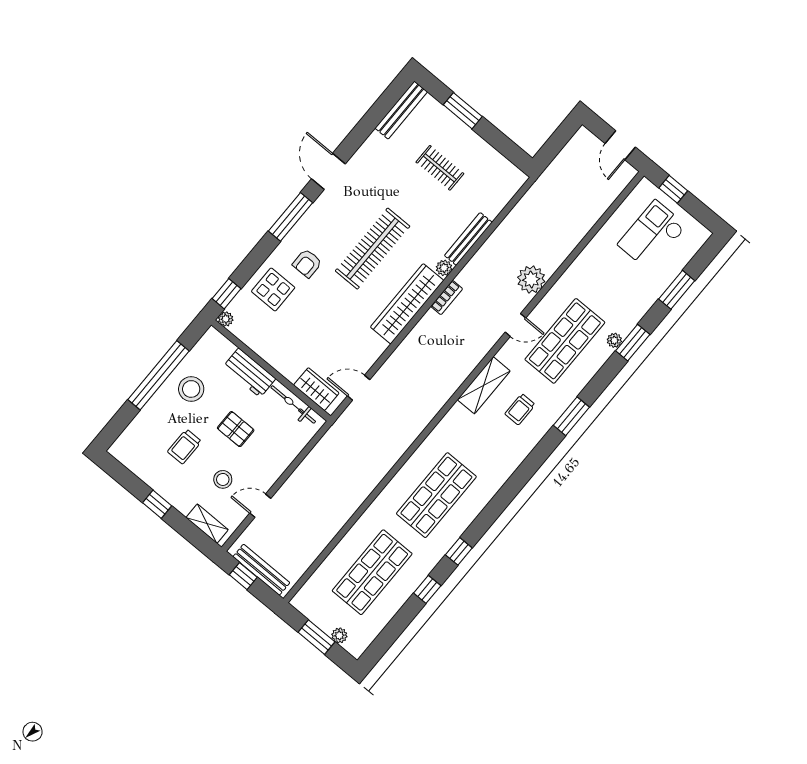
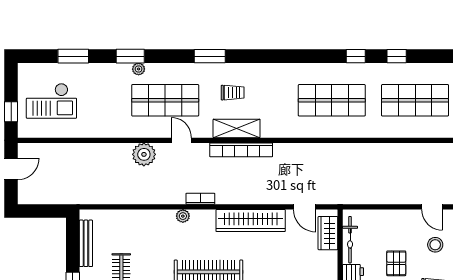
bench: (468, 239) -> (86, 243), moved, turned 90
wardrobe: (407, 304) -> (251, 221), moved
bookcase: (460, 373) -> (241, 150), added

